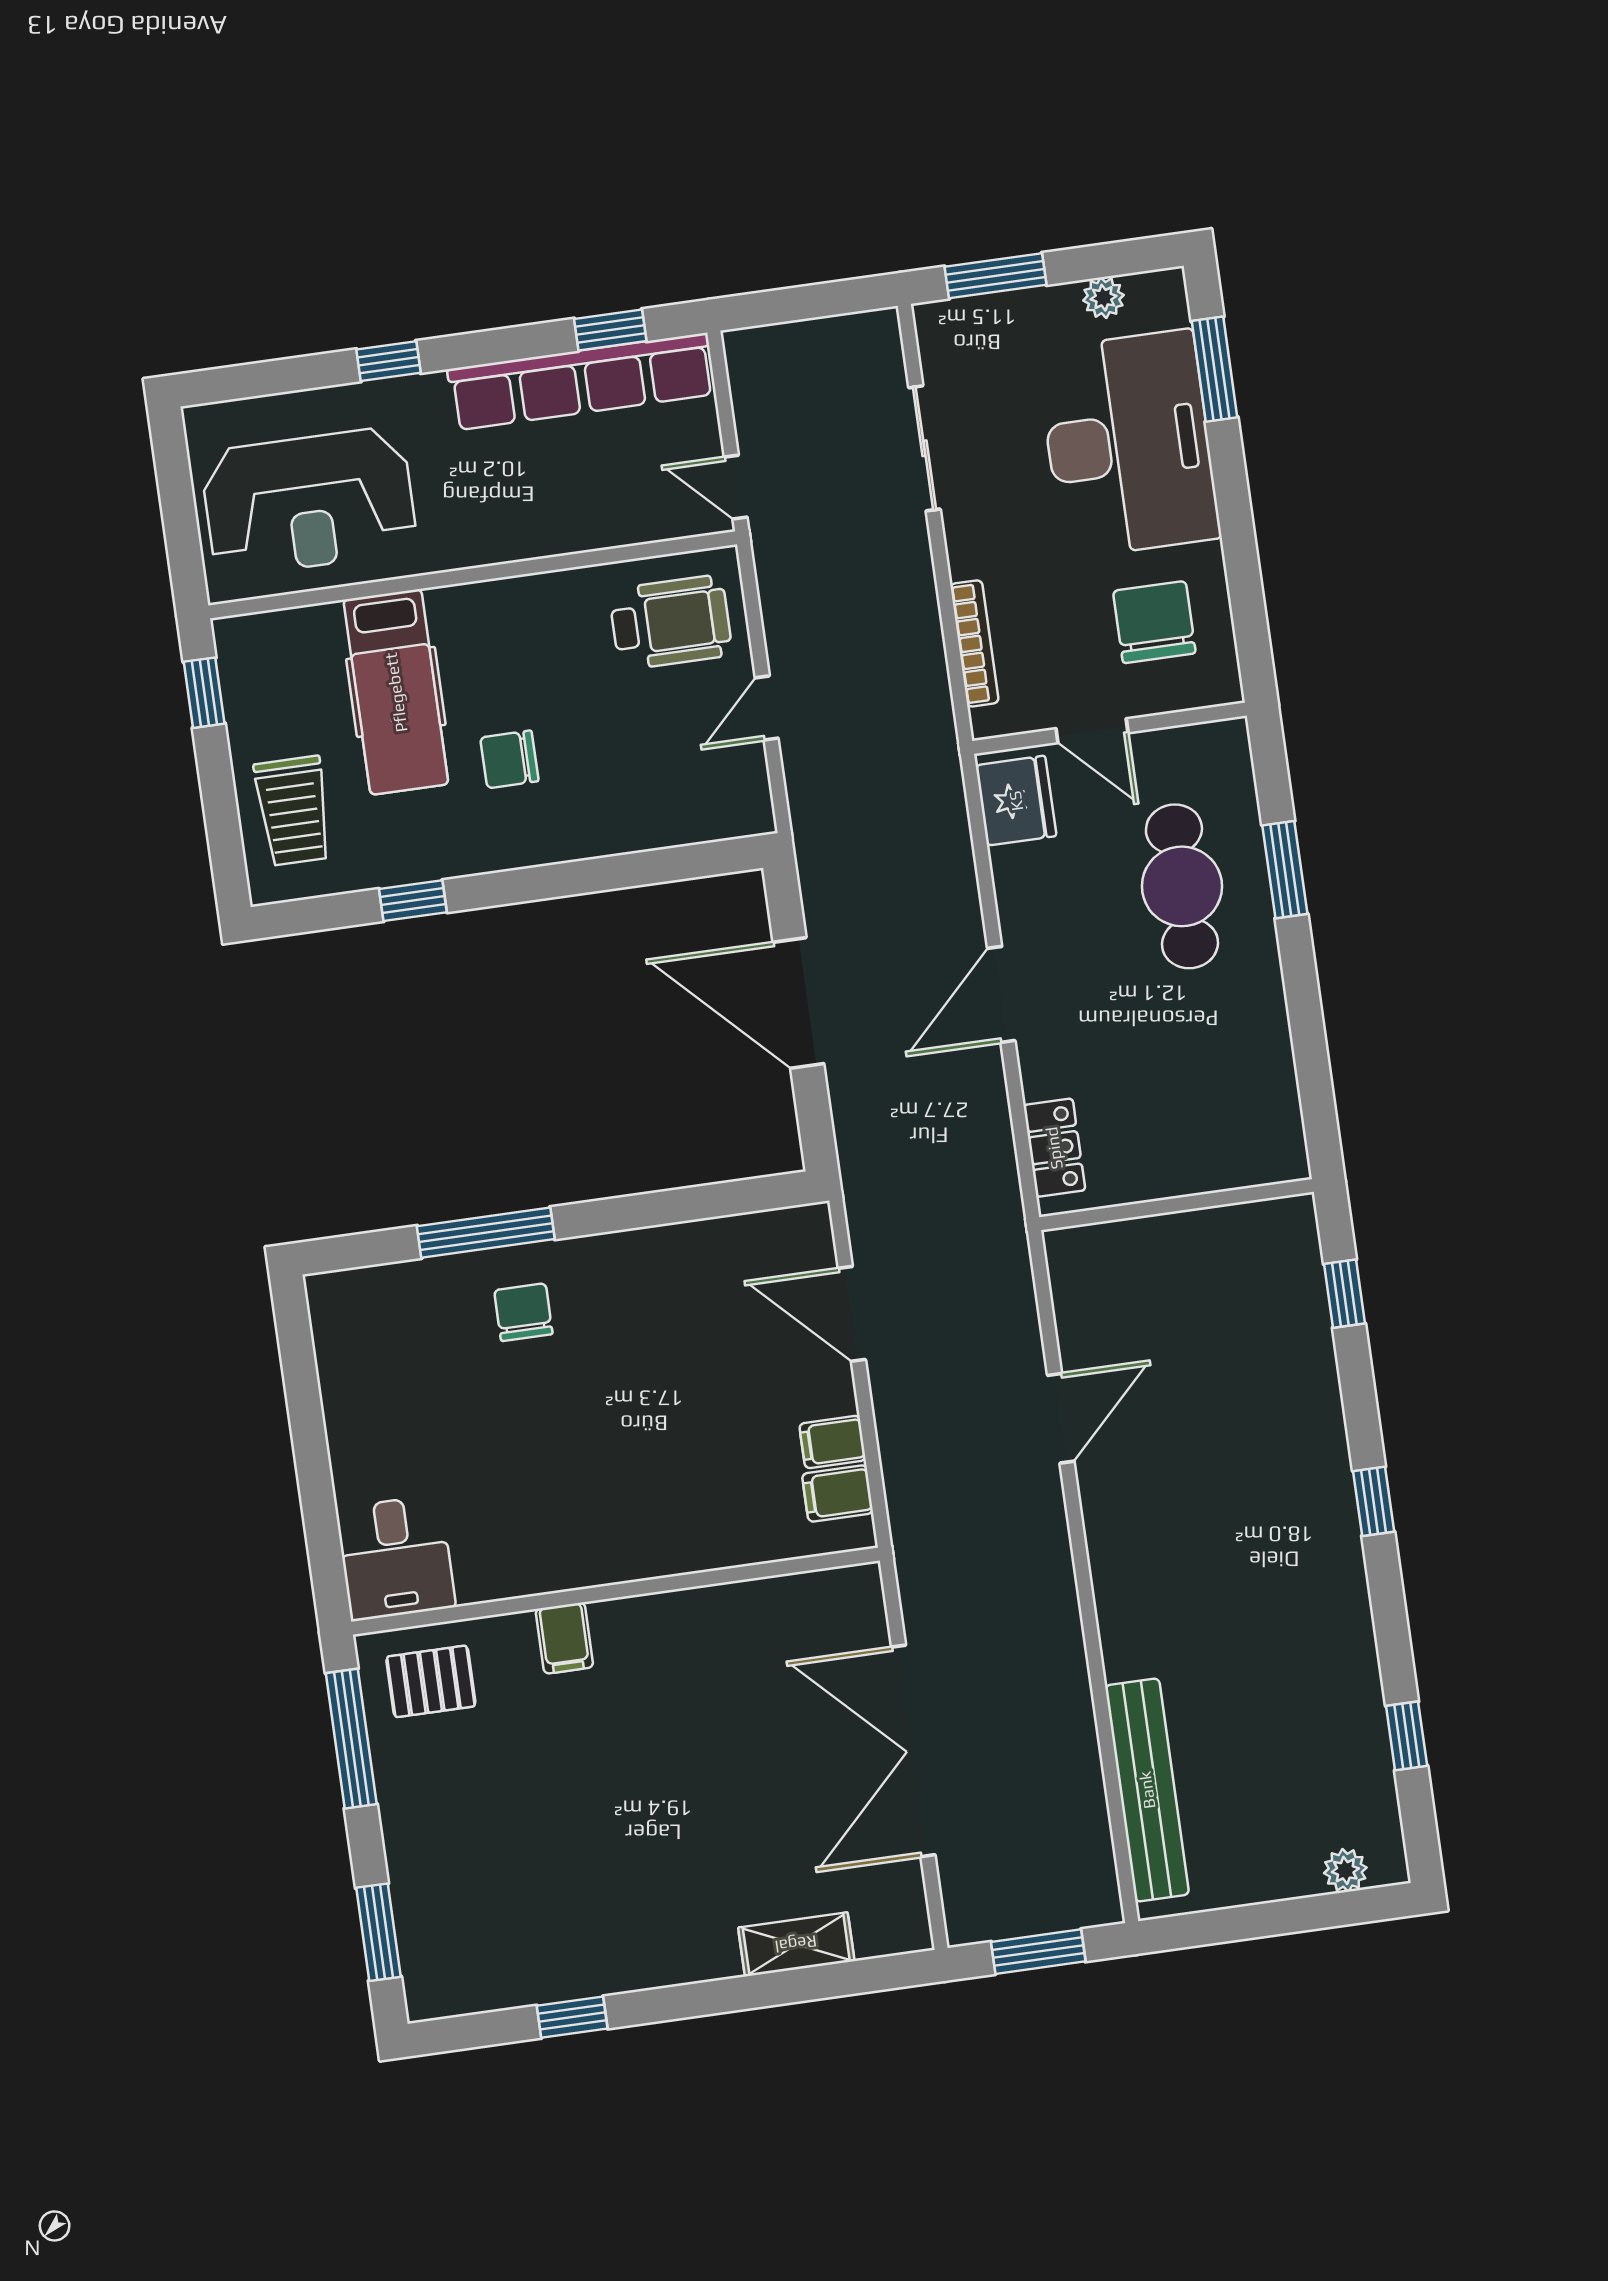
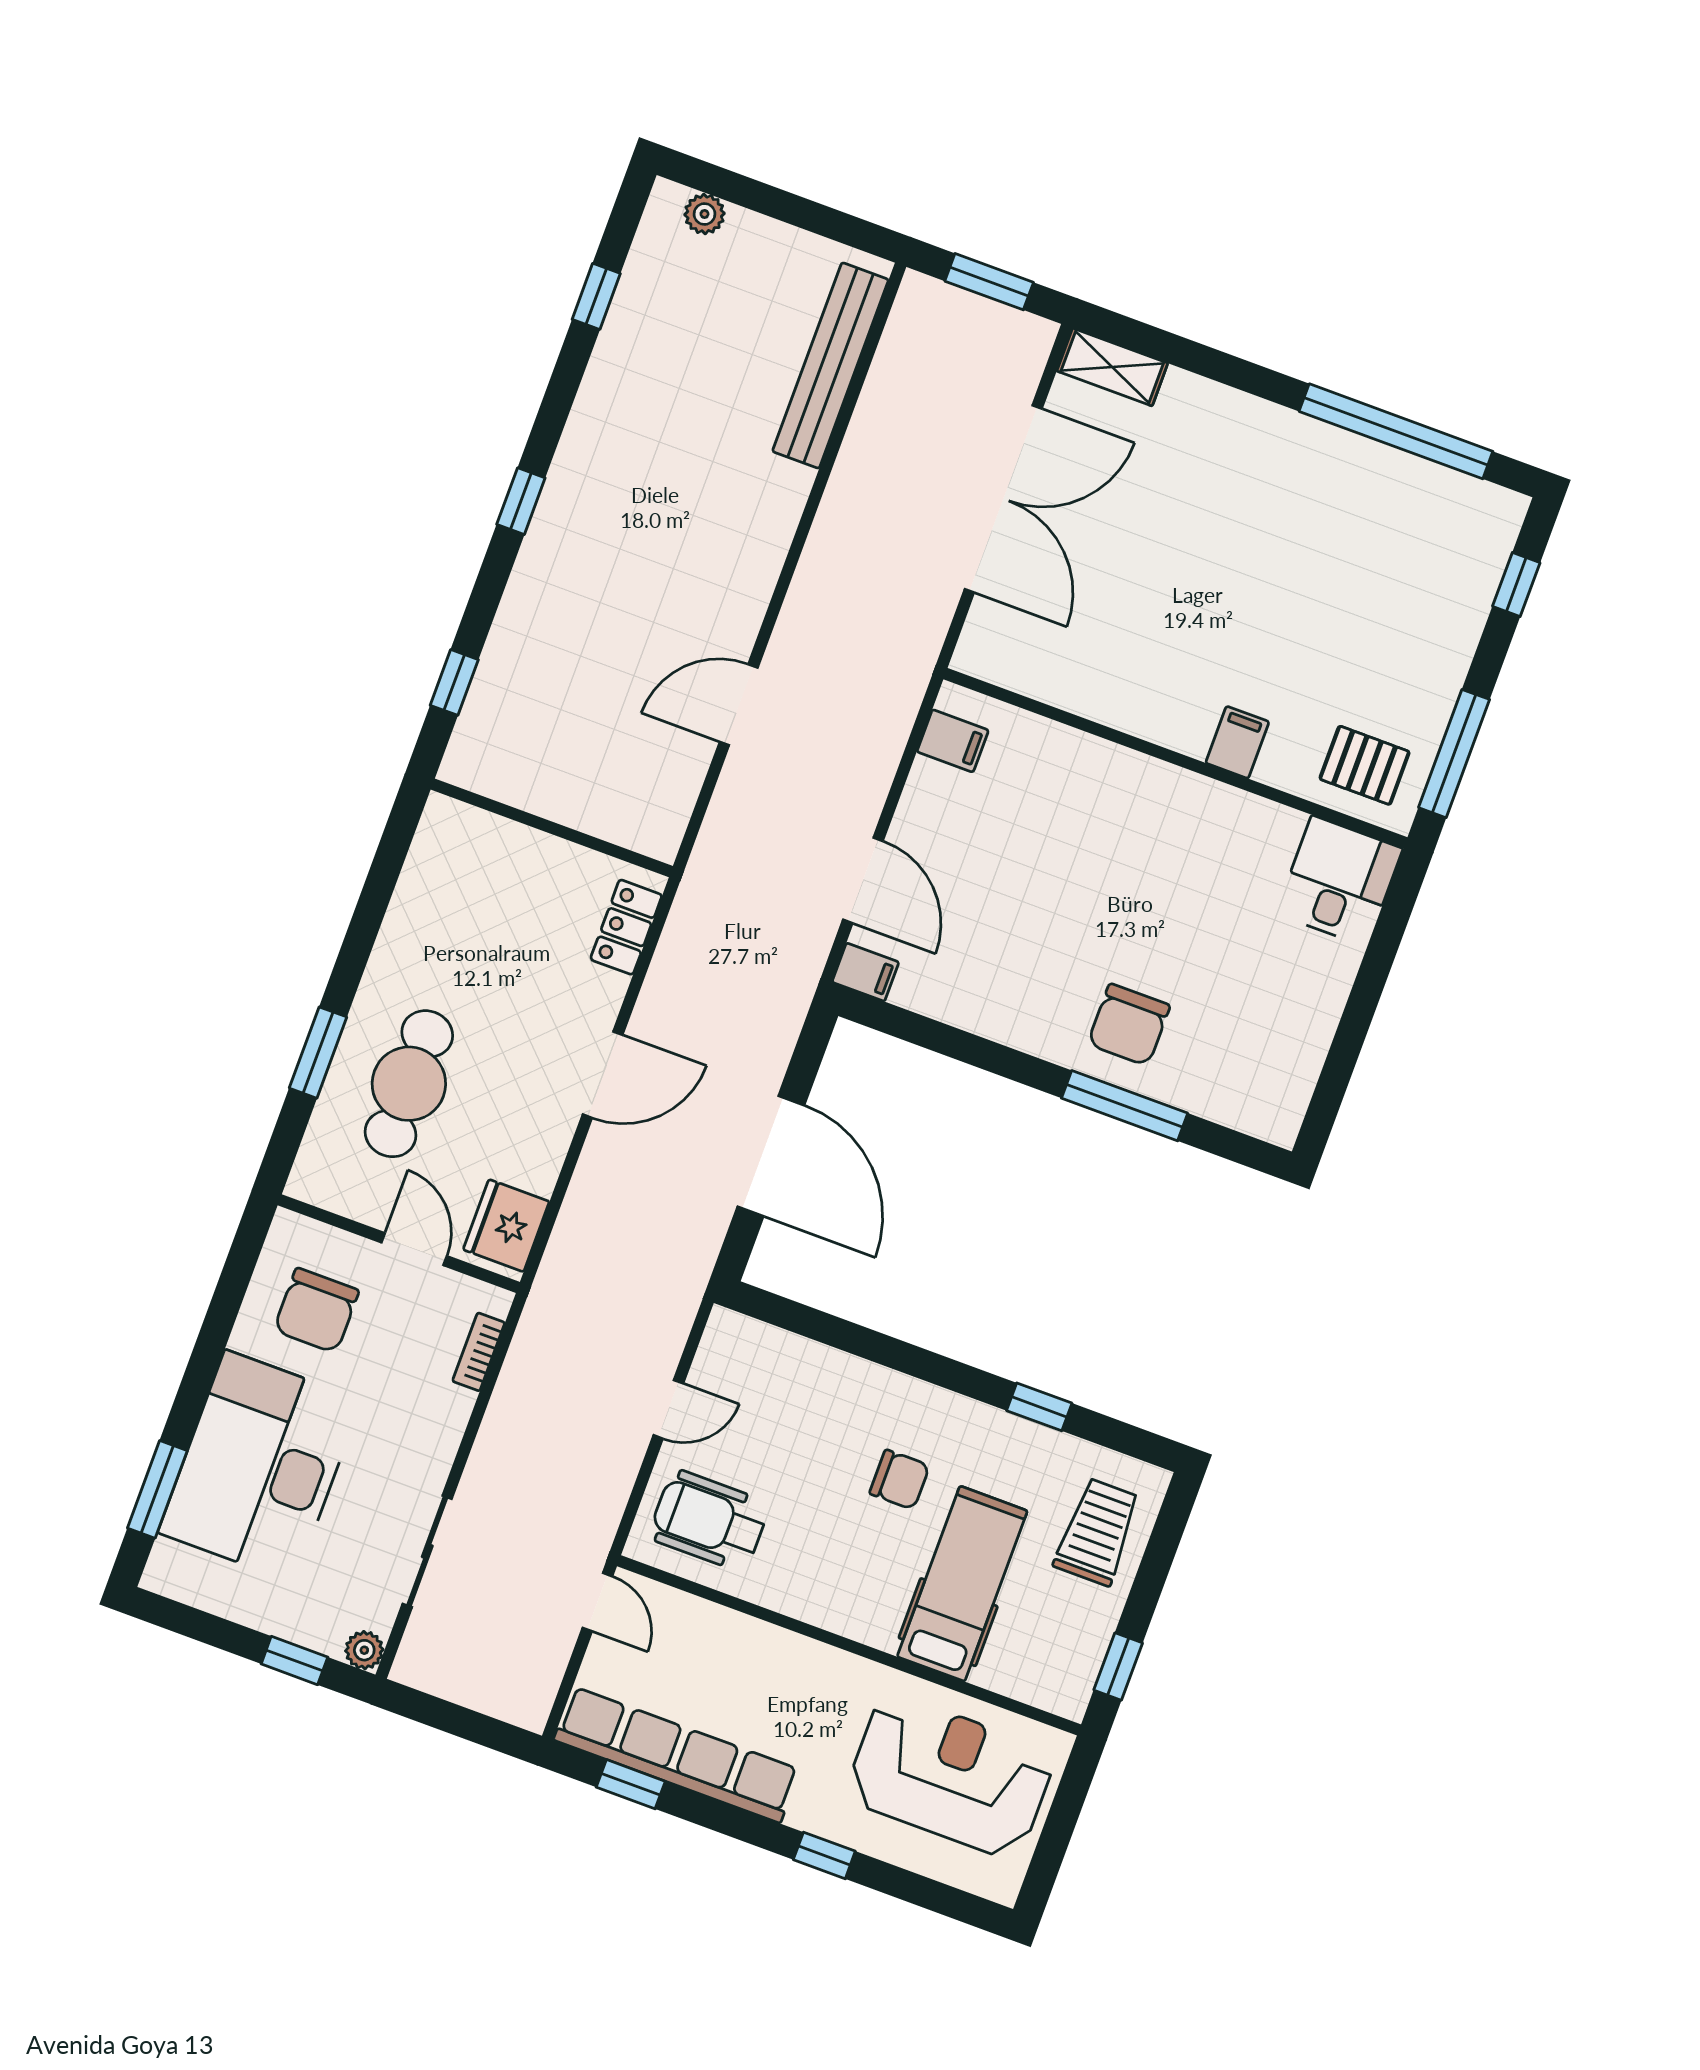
window: (995, 276) -> (294, 1661), width x0.67
plant: (1104, 298) -> (364, 1650), moved
bookcase: (974, 643) -> (479, 1352), width x0.64
chair: (523, 1312) -> (1129, 1025), width x1.37, depth x1.37
filing cabinet: (832, 1442) -> (865, 972), moved
window: (378, 1932) -> (1516, 585), width x0.67
shelving: (796, 1944) -> (1112, 367), moved
window: (572, 2017) -> (1396, 431), width x3.17

